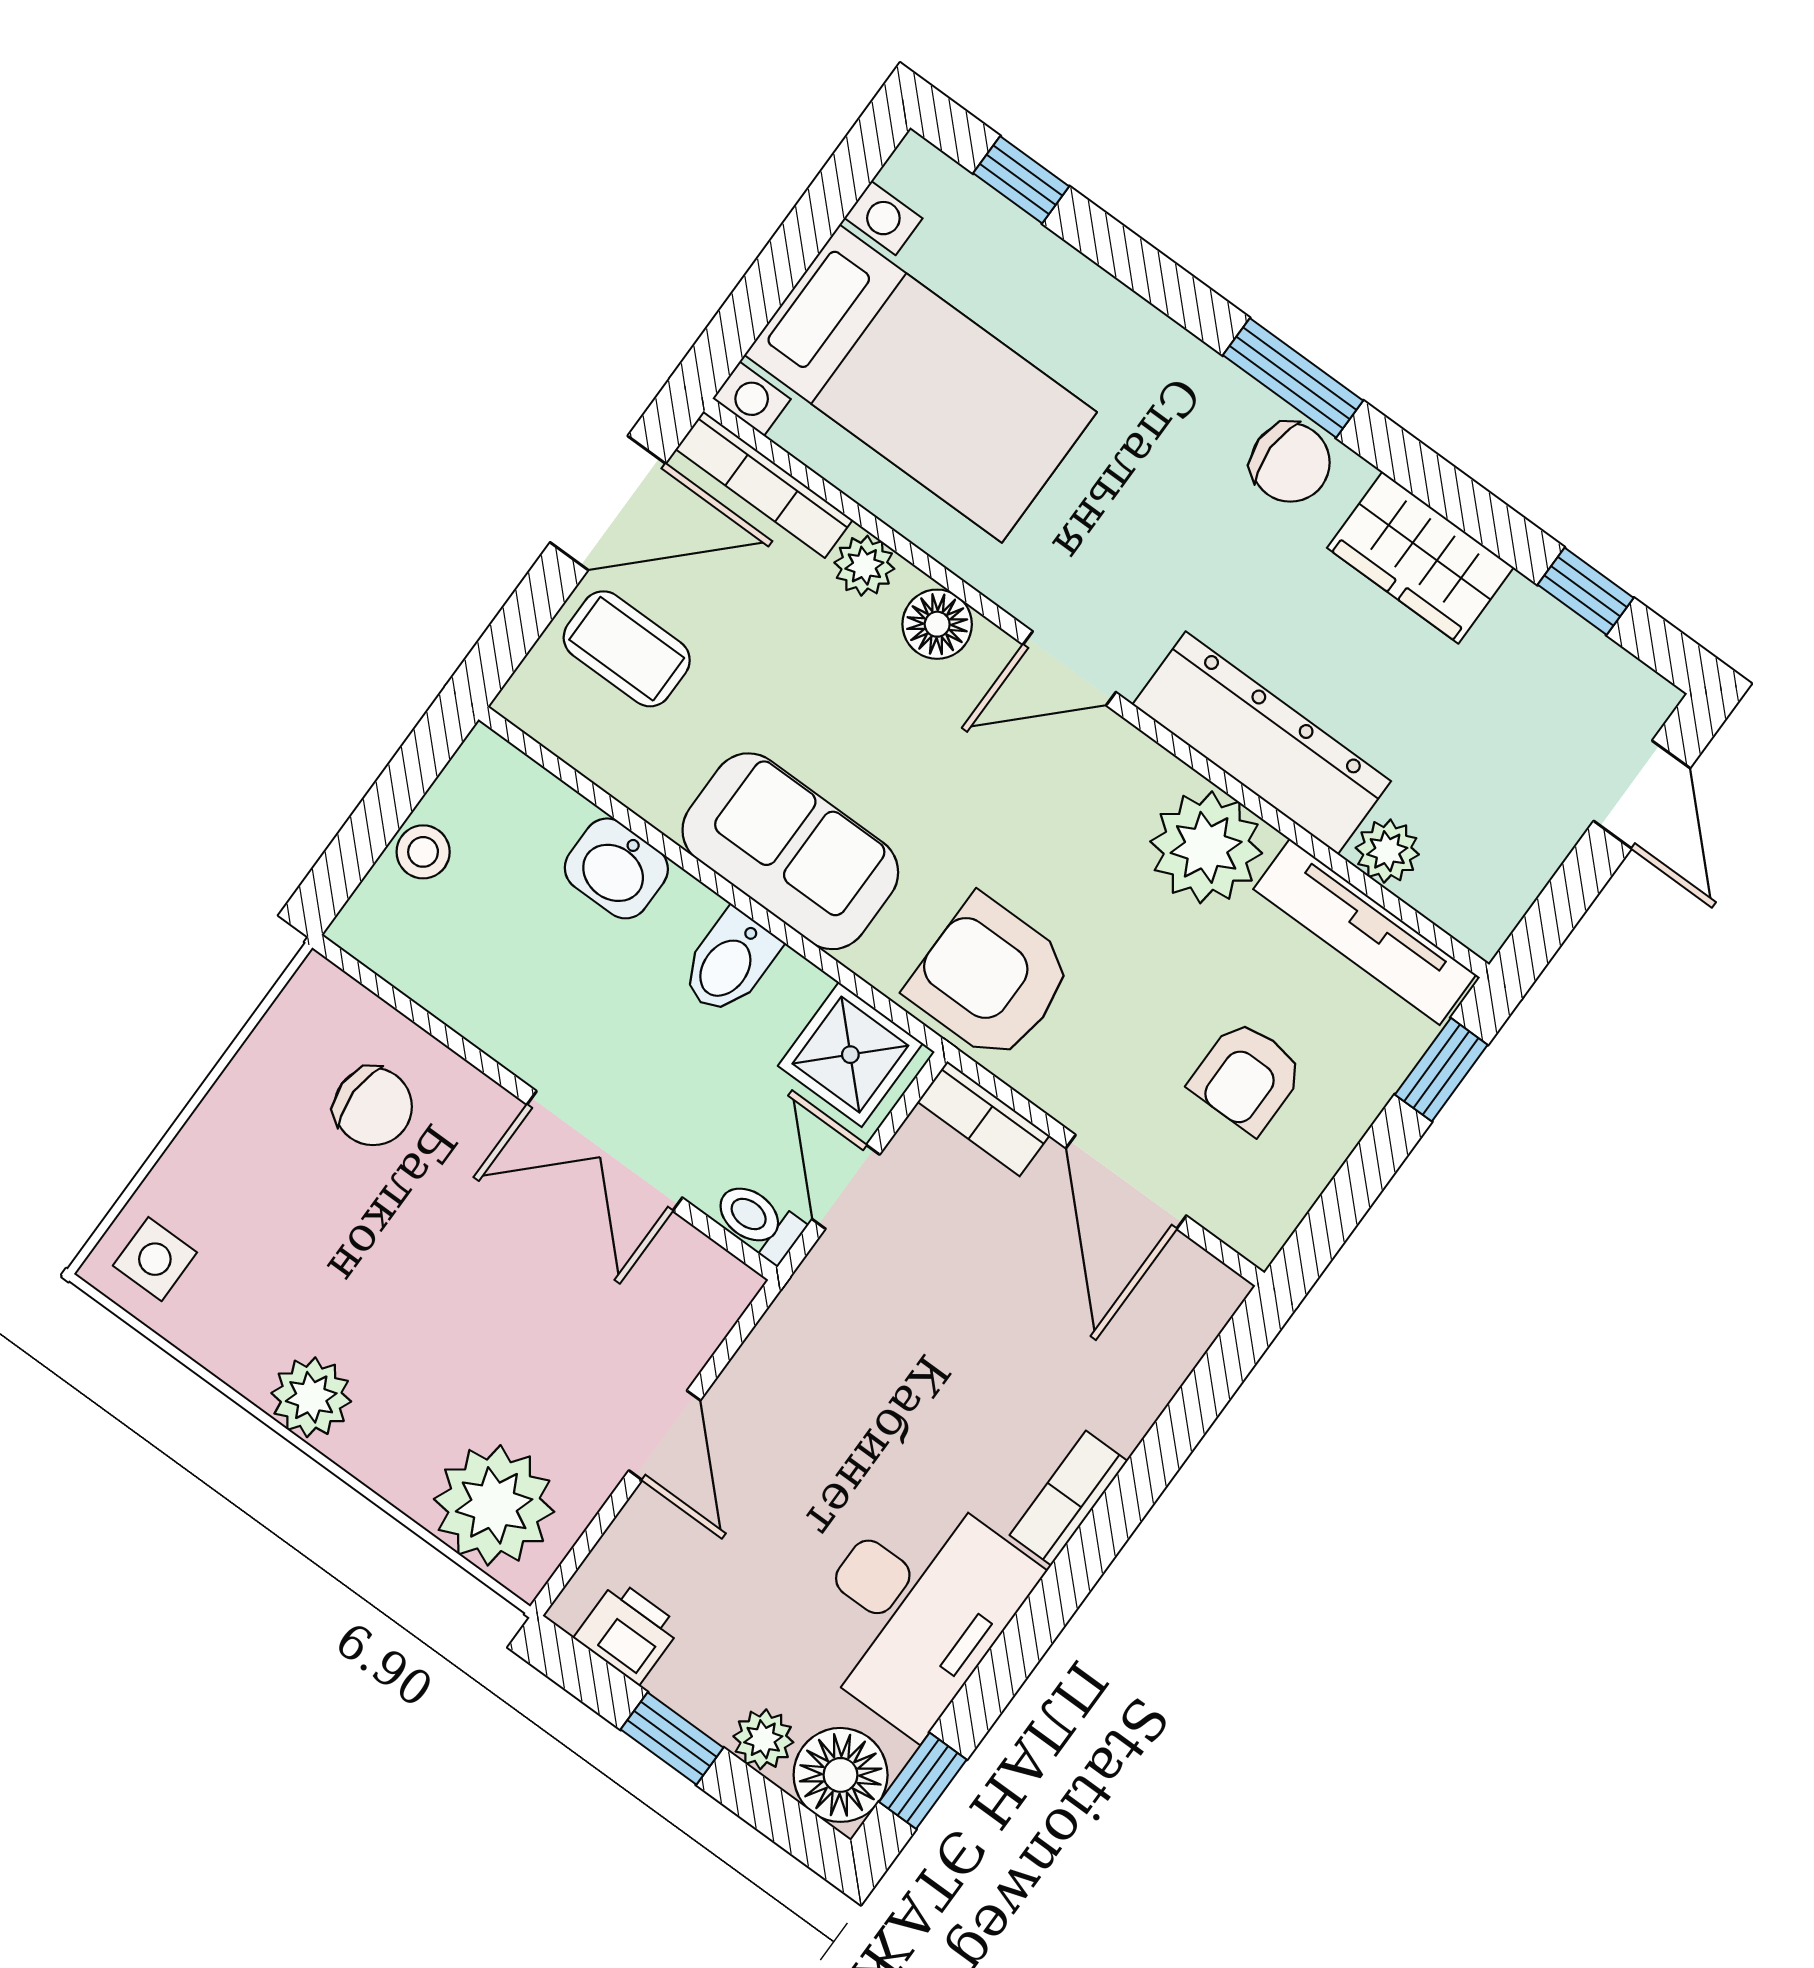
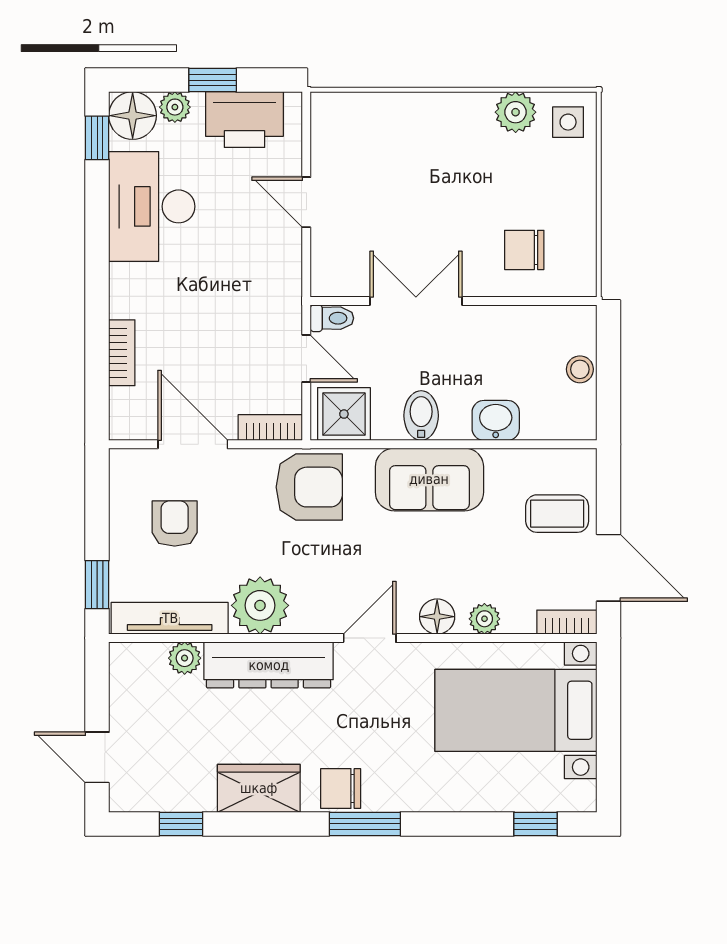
bookcase: (764, 484) -> (567, 622), width x0.64
door: (608, 503) -> (608, 568), swing flipped
plant: (311, 1397) -> (516, 112), moved
bookcase: (1069, 1498) -> (122, 353), moved
plant: (494, 1505) -> (355, 123), removed
printer: (628, 1632) -> (244, 120), width x1.87, depth x1.48

